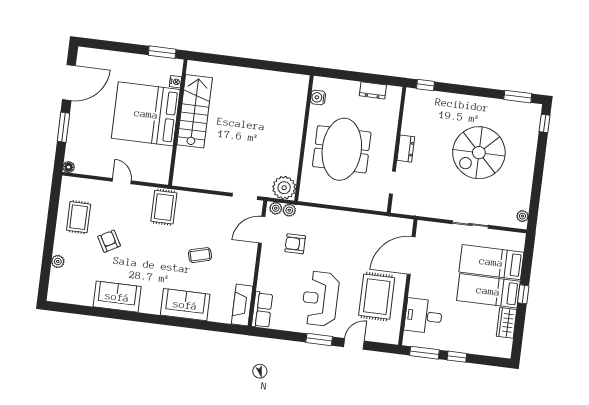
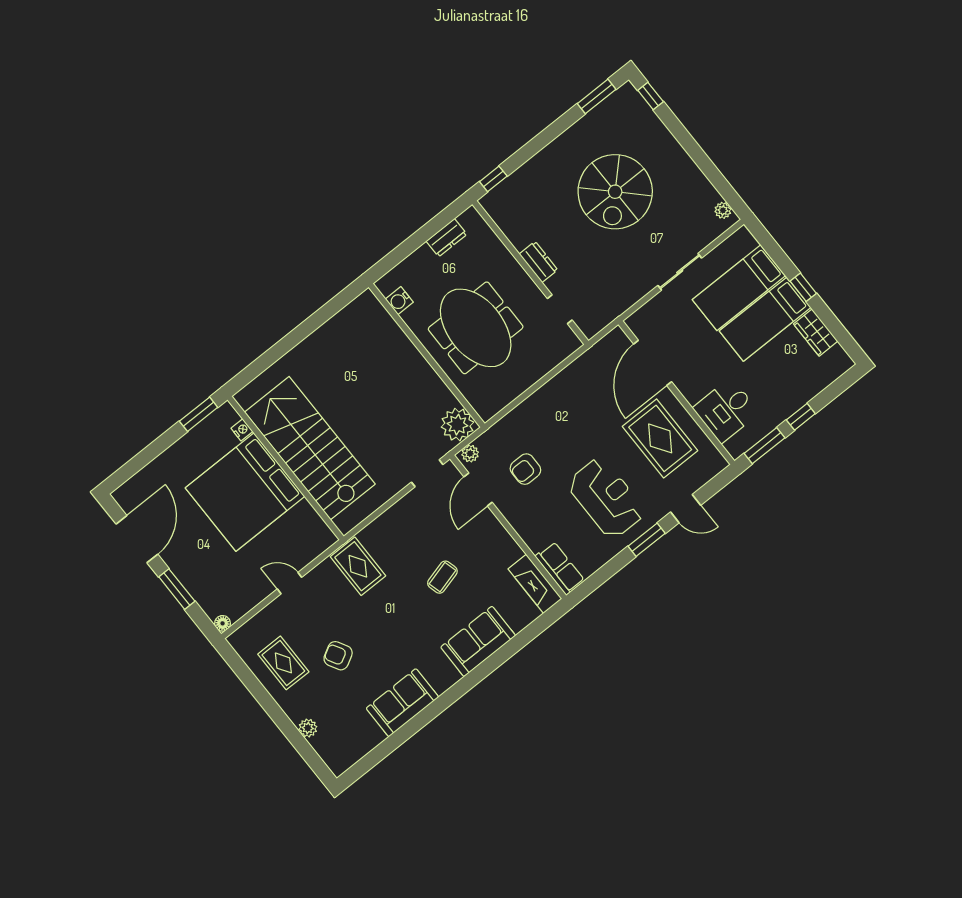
stairs: (195, 111) -> (310, 448), width x1.36, depth x1.51
plant: (289, 210) -> (485, 442), removed
reception desk: (320, 299) -> (606, 498), turned 180
door: (354, 344) -> (686, 509), swing flipped

